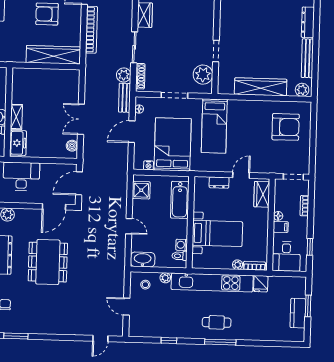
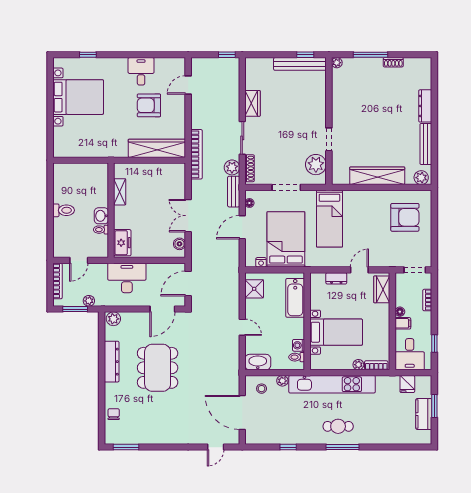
bookcase: (91, 30) -> (196, 154), moved
shelving: (16, 117) -> (120, 192), moved
fridge: (261, 284) -> (407, 384), moved
door: (127, 307) -> (242, 413), width x1.88

